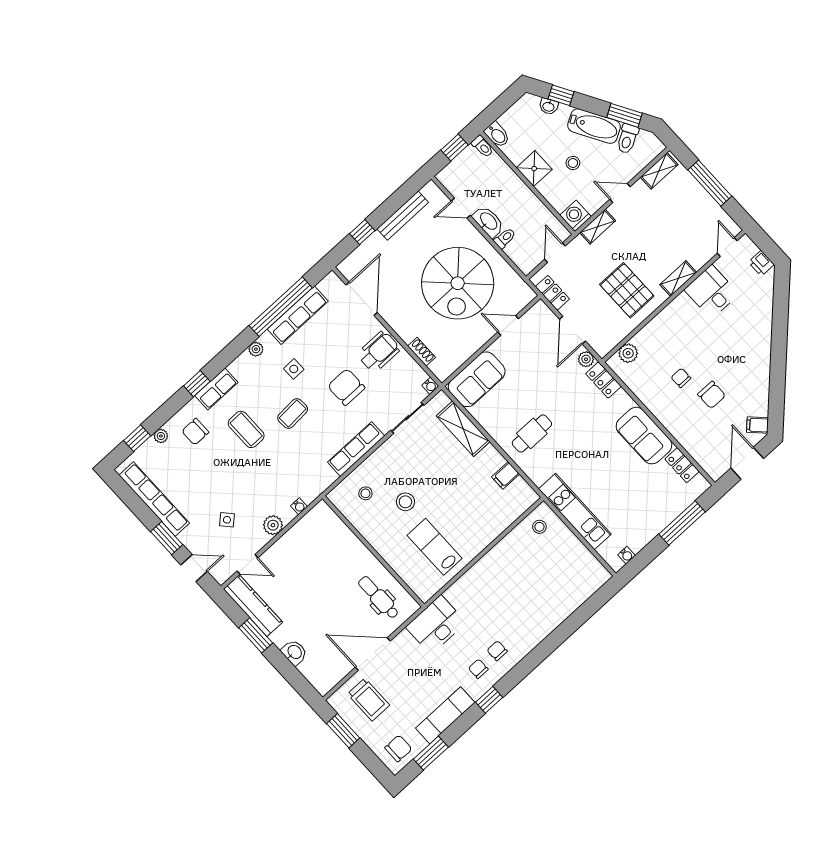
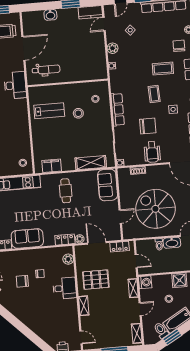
desk: (711, 292) -> (65, 288), moved
filing cabinet: (506, 476) -> (52, 166), width x2.00
kitchen counter: (253, 606) -> (90, 12), width x0.67

